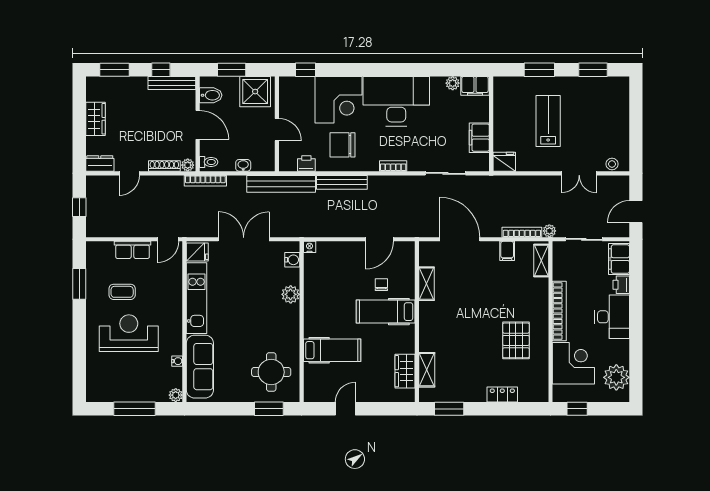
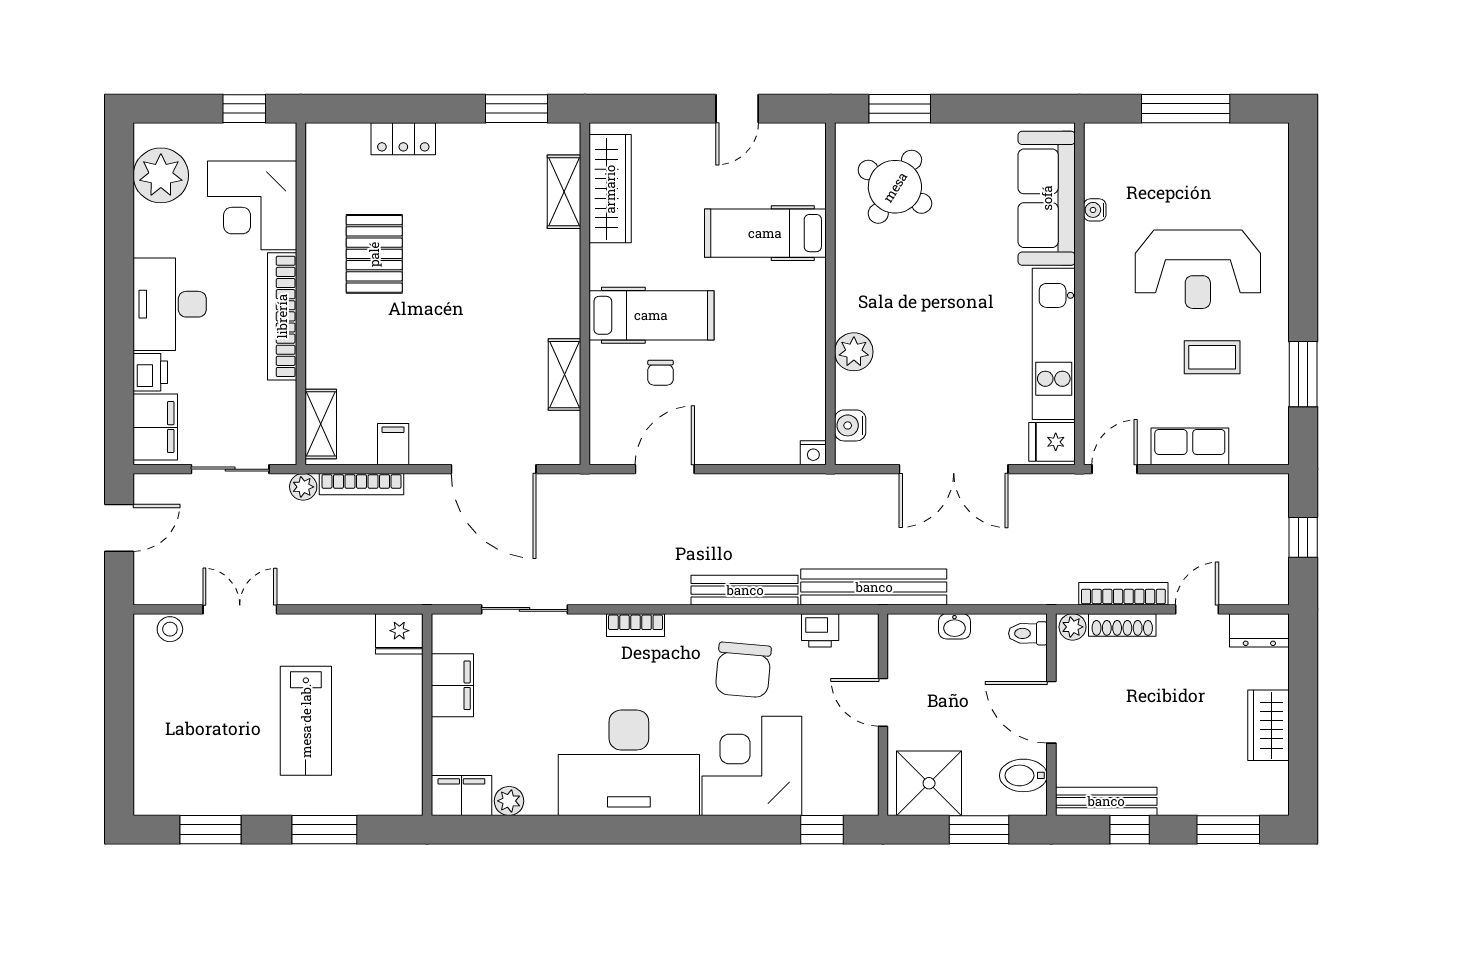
chair: (343, 145) -> (743, 670), turned 95
bookcase: (205, 181) -> (1123, 594), moved
wardrobe: (405, 371) -> (610, 189), width x1.50
round table: (271, 372) -> (895, 187), turned 32
plant: (176, 395) -> (1098, 138), removed

